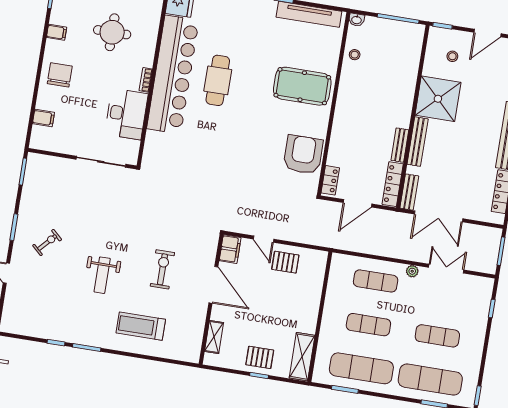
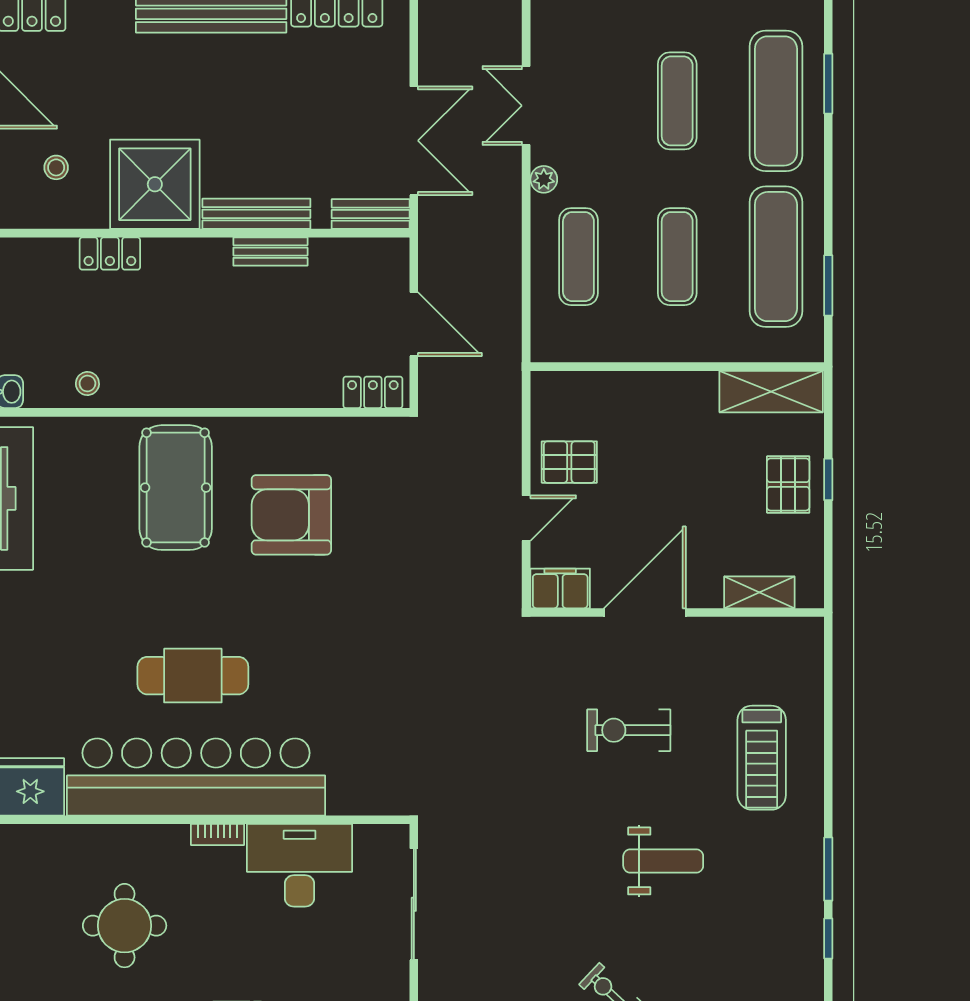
armchair: (303, 155) -> (291, 515), moved
locker: (393, 184) -> (110, 254), moved, width x0.66
pallet: (285, 262) -> (569, 462), turned 90

